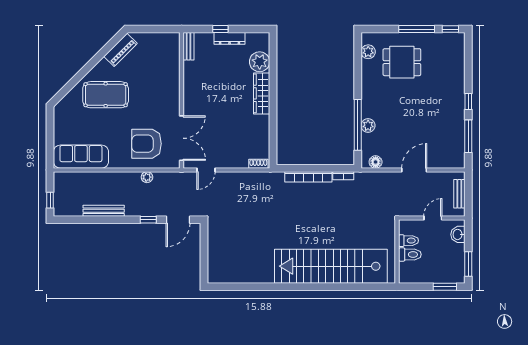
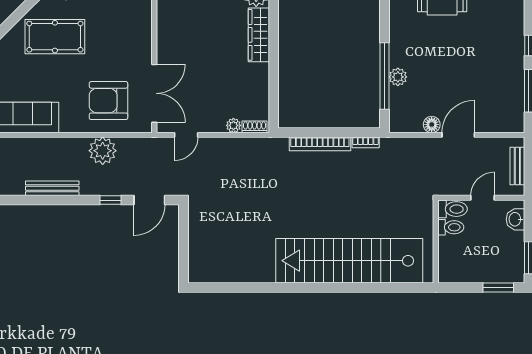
floor lamp: (376, 162) -> (432, 125), moved
plant: (242, 163) -> (233, 125), added
plant: (147, 177) -> (103, 151), width x1.87, depth x1.87
toilet: (410, 254) -> (452, 209), moved

